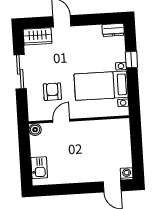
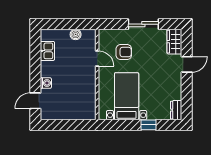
boiler: (35, 130) -> (76, 34), moved
kitchen sink: (39, 168) -> (47, 51), moved, turned -90
washing machine: (127, 174) -> (46, 83), moved

